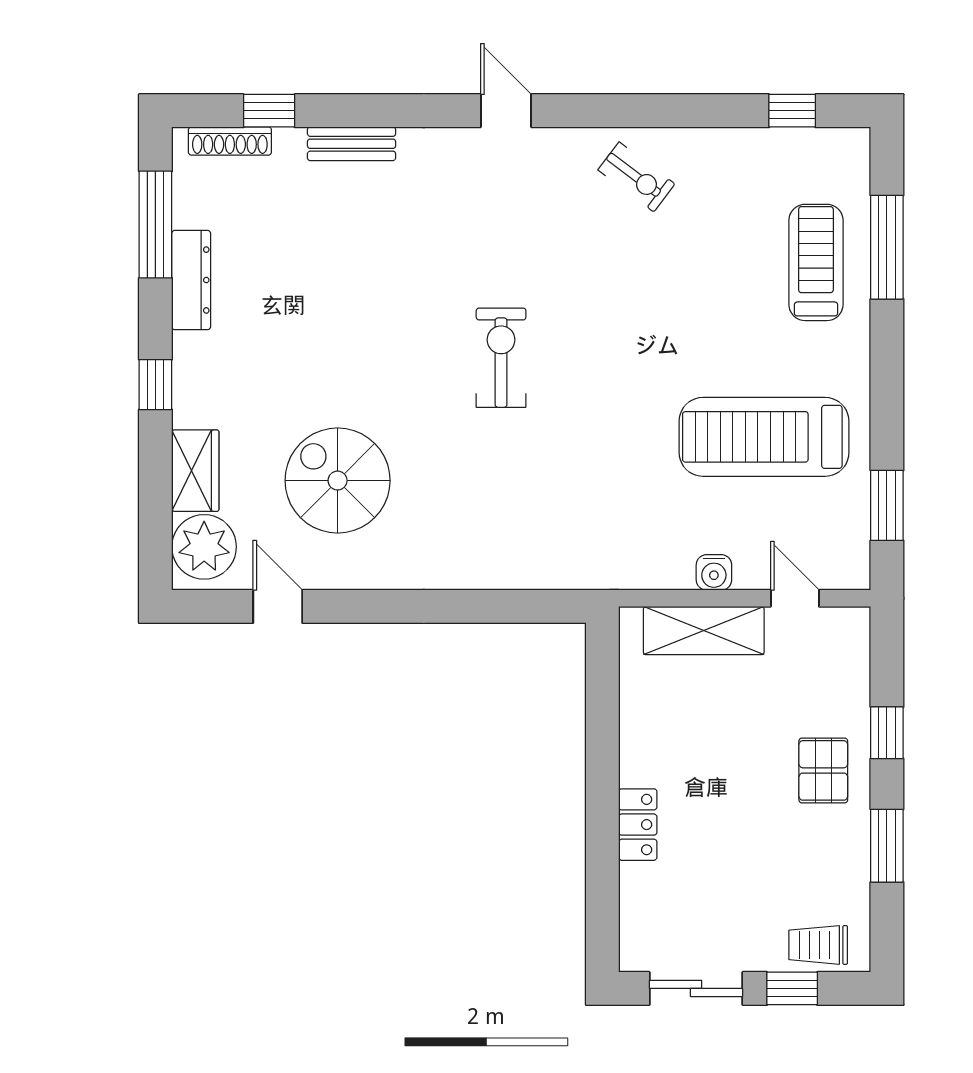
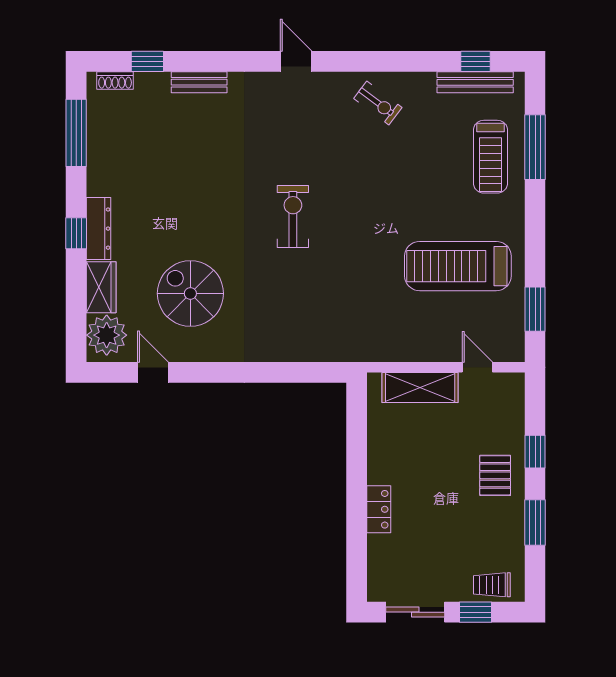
shoe rack: (230, 141) -> (115, 80), width x0.70
bench: (791, 144) -> (475, 82), added
treadmill: (816, 262) -> (490, 157), turned 180
dresser: (191, 280) -> (99, 229), moved
water cooler: (714, 572) -> (426, 351), removed

